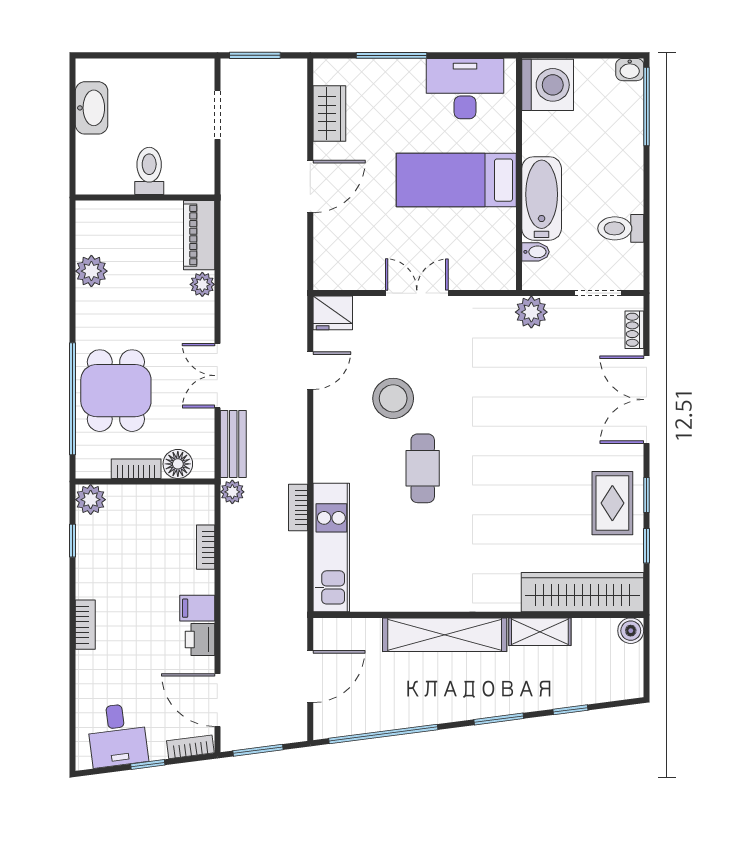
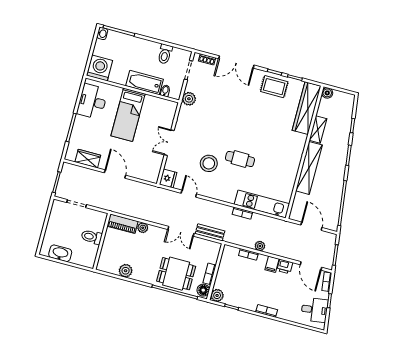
floor lamp: (178, 464) -> (203, 290), moved
plant: (232, 492) -> (260, 246), moved
door: (217, 700) -> (311, 266), hinge flipped

